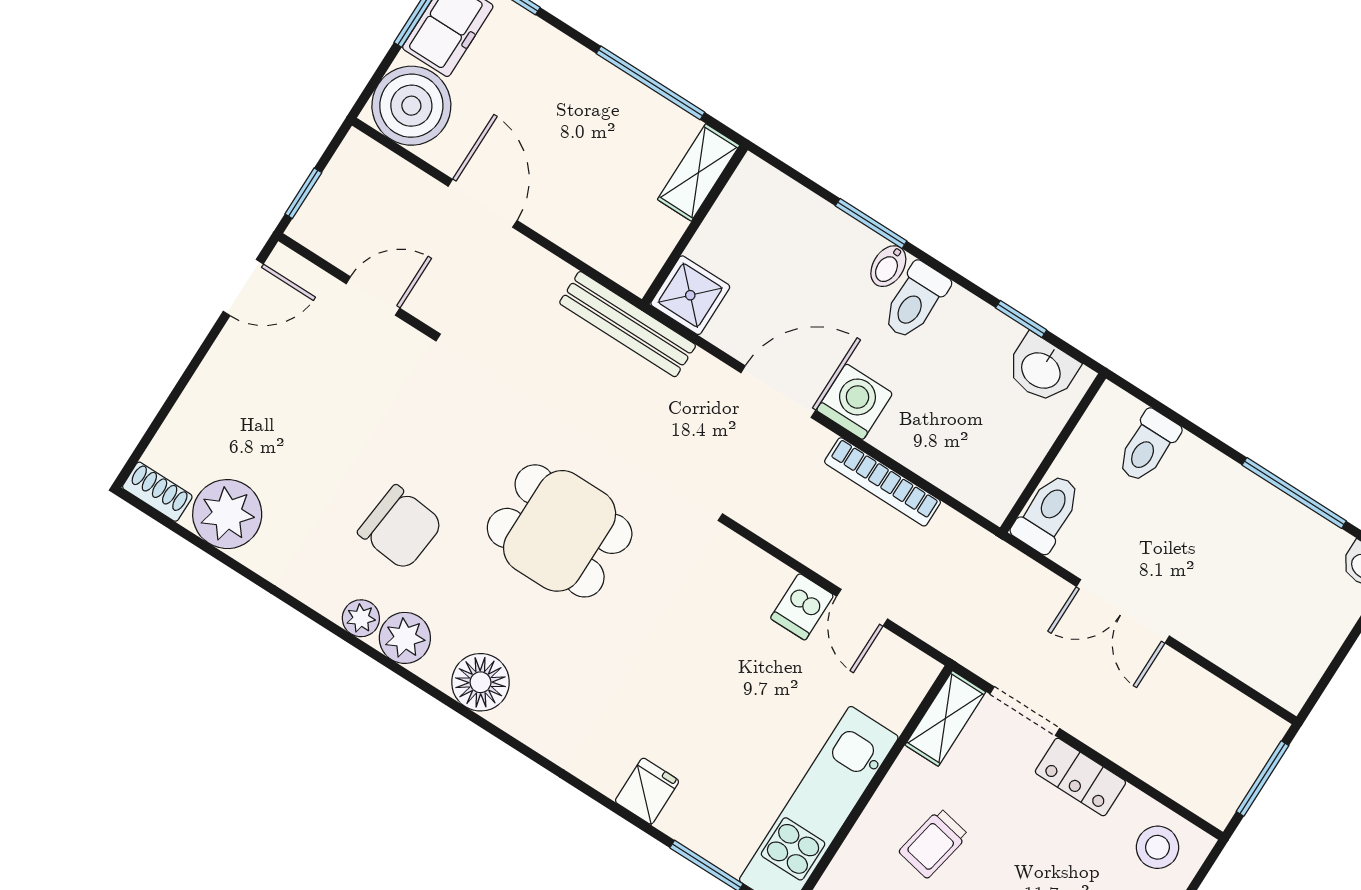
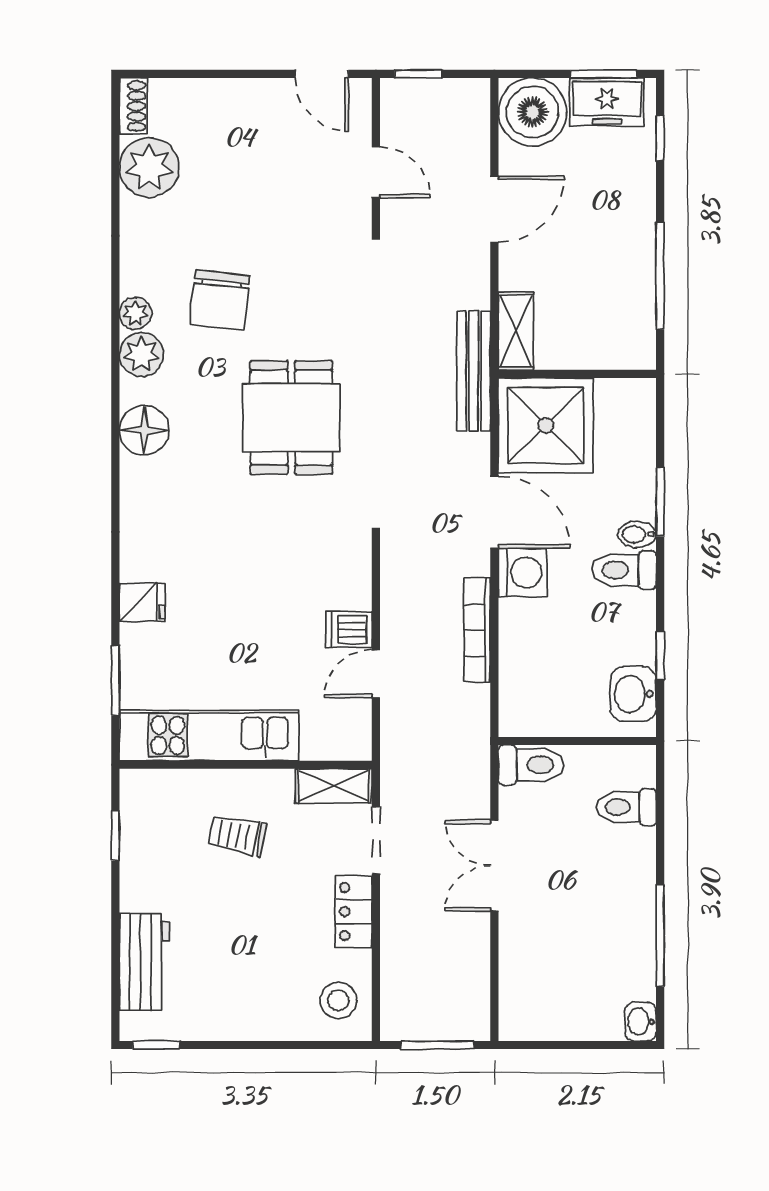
shelving: (699, 172) -> (516, 331), moved, turned 90
shower: (690, 295) -> (546, 425), width x1.86, depth x1.86

